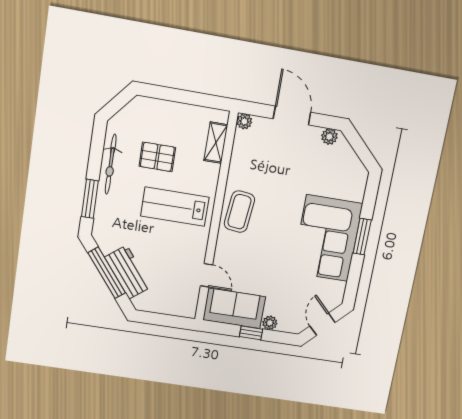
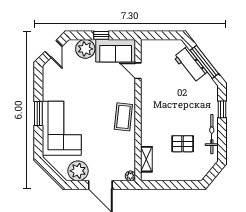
plant: (329, 137) -> (78, 171), width x1.87, depth x1.87
window: (90, 199) -> (222, 109), width x0.67
lab bench: (175, 207) -> (166, 113), removed
corner sofa: (327, 238) -> (62, 128), moved
plant: (270, 323) -> (85, 49), width x1.88, depth x1.88

